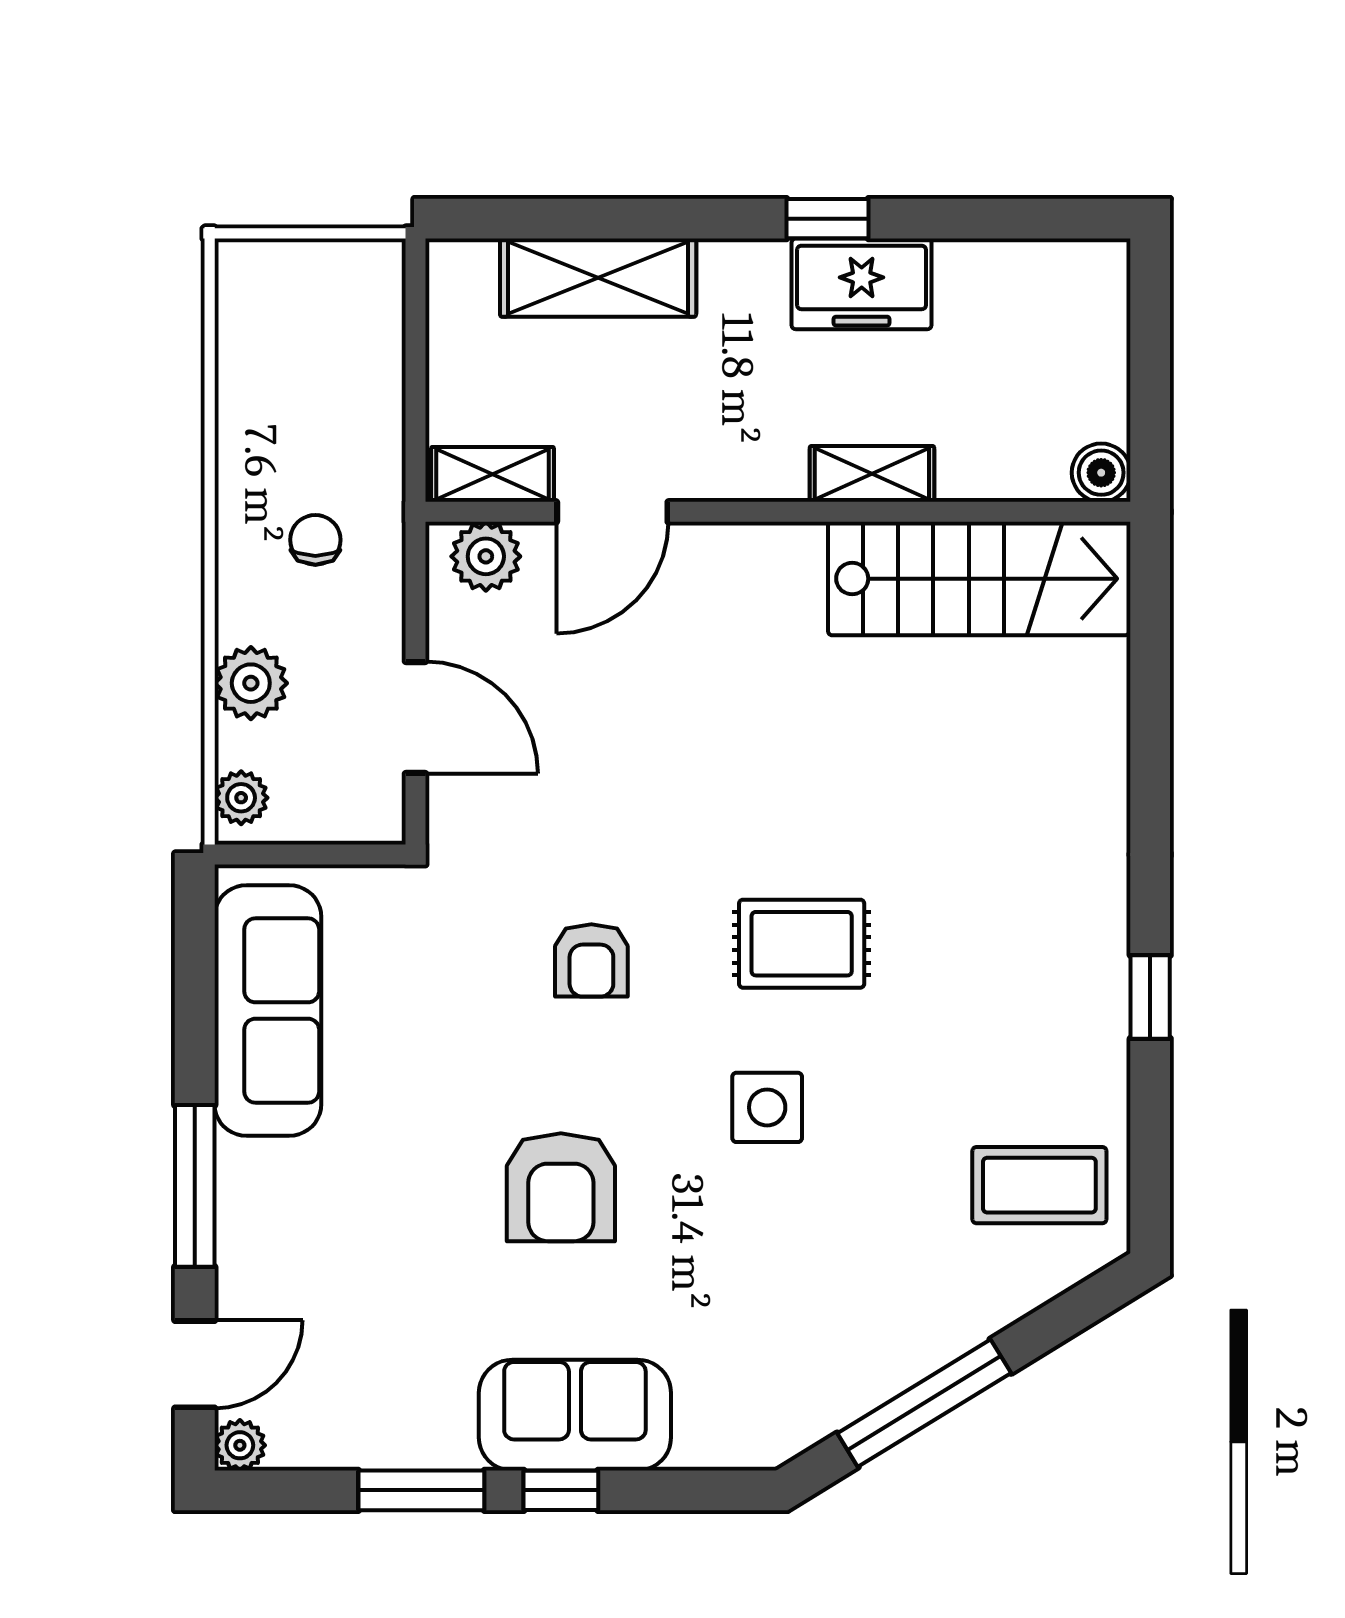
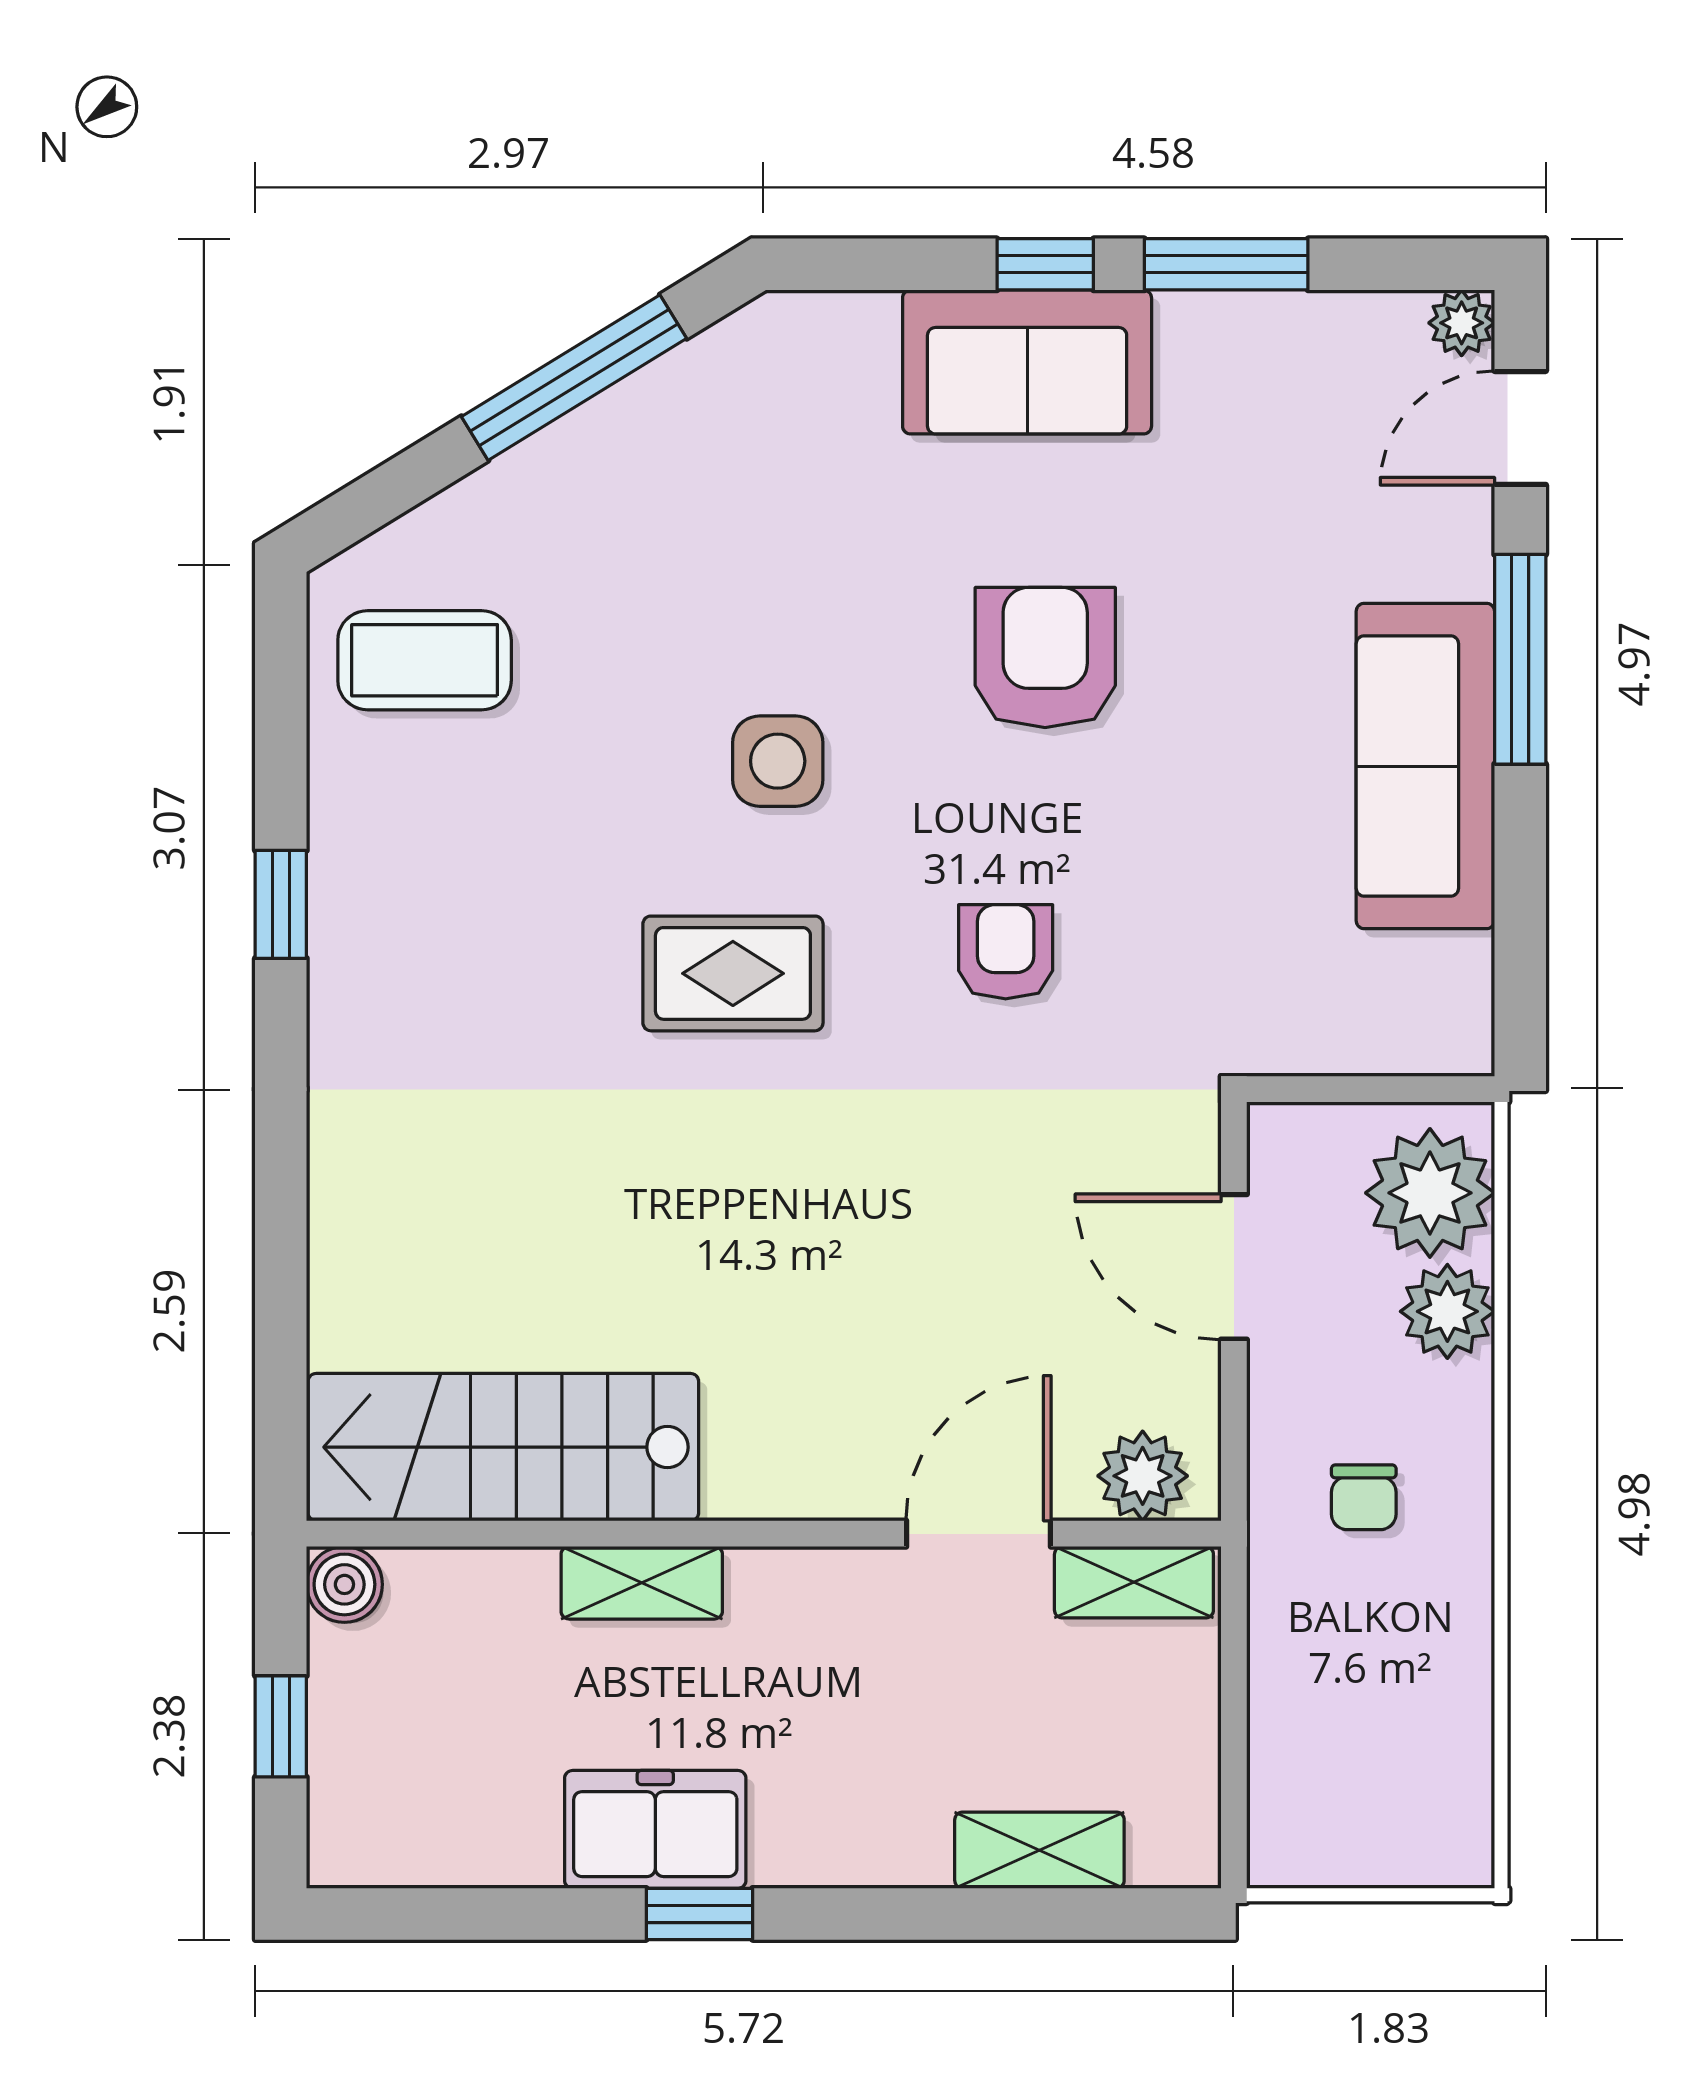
shelving: (598, 278) -> (1039, 1850), width x0.67, depth x0.75
window: (1150, 363) -> (281, 1726), added
plant: (241, 798) -> (1430, 1193), width x1.87, depth x1.87
sofa: (268, 1011) -> (1425, 766), moved

